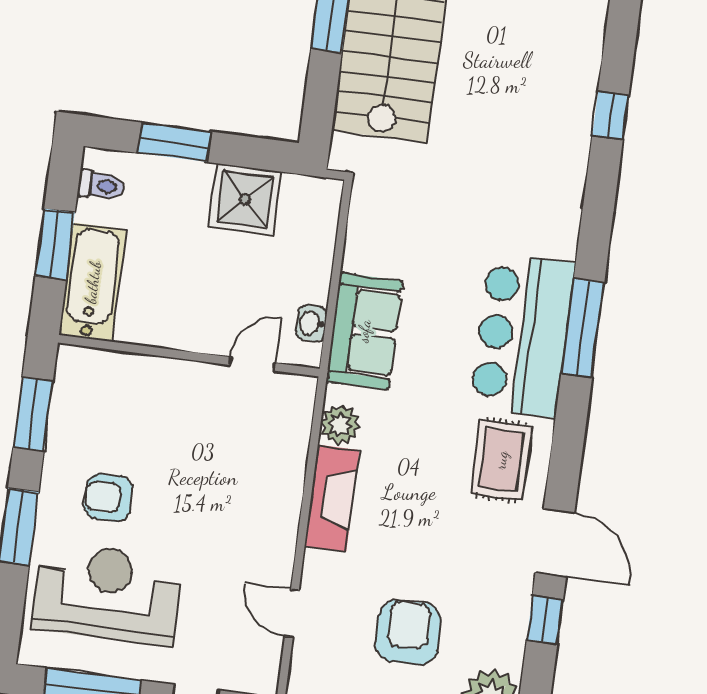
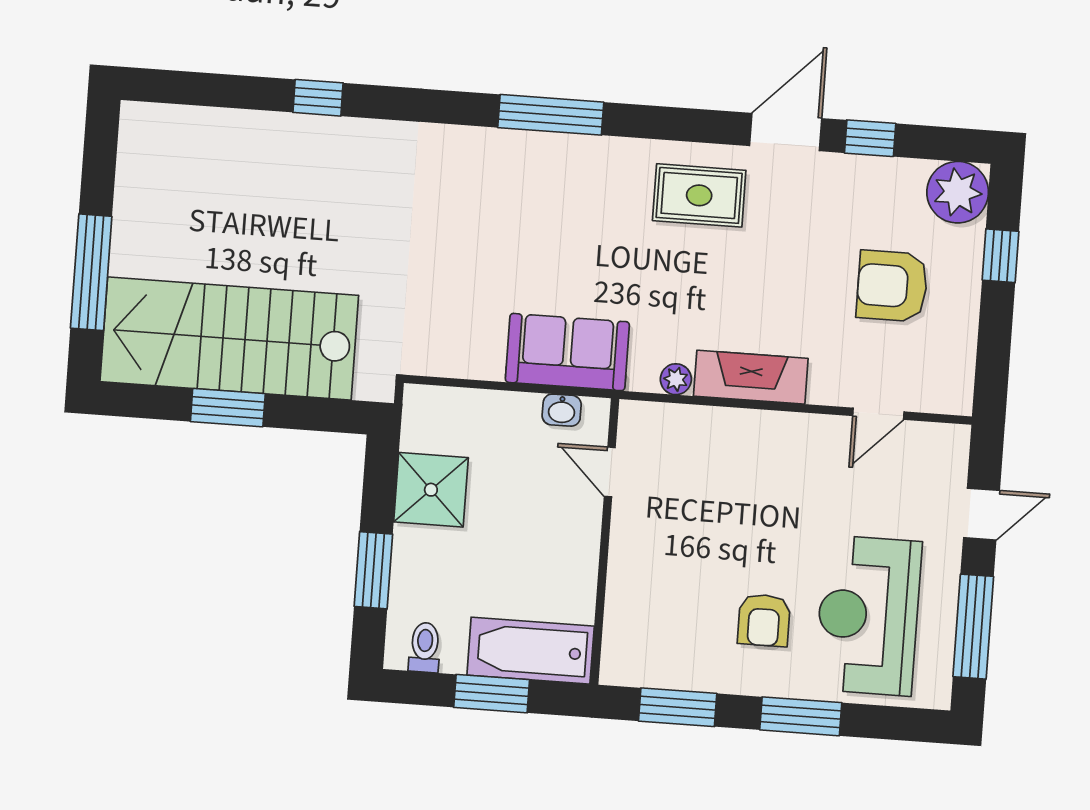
bar counter: (523, 335) -> (562, 180), removed
plant: (340, 425) -> (676, 379), width x0.73, depth x0.73

